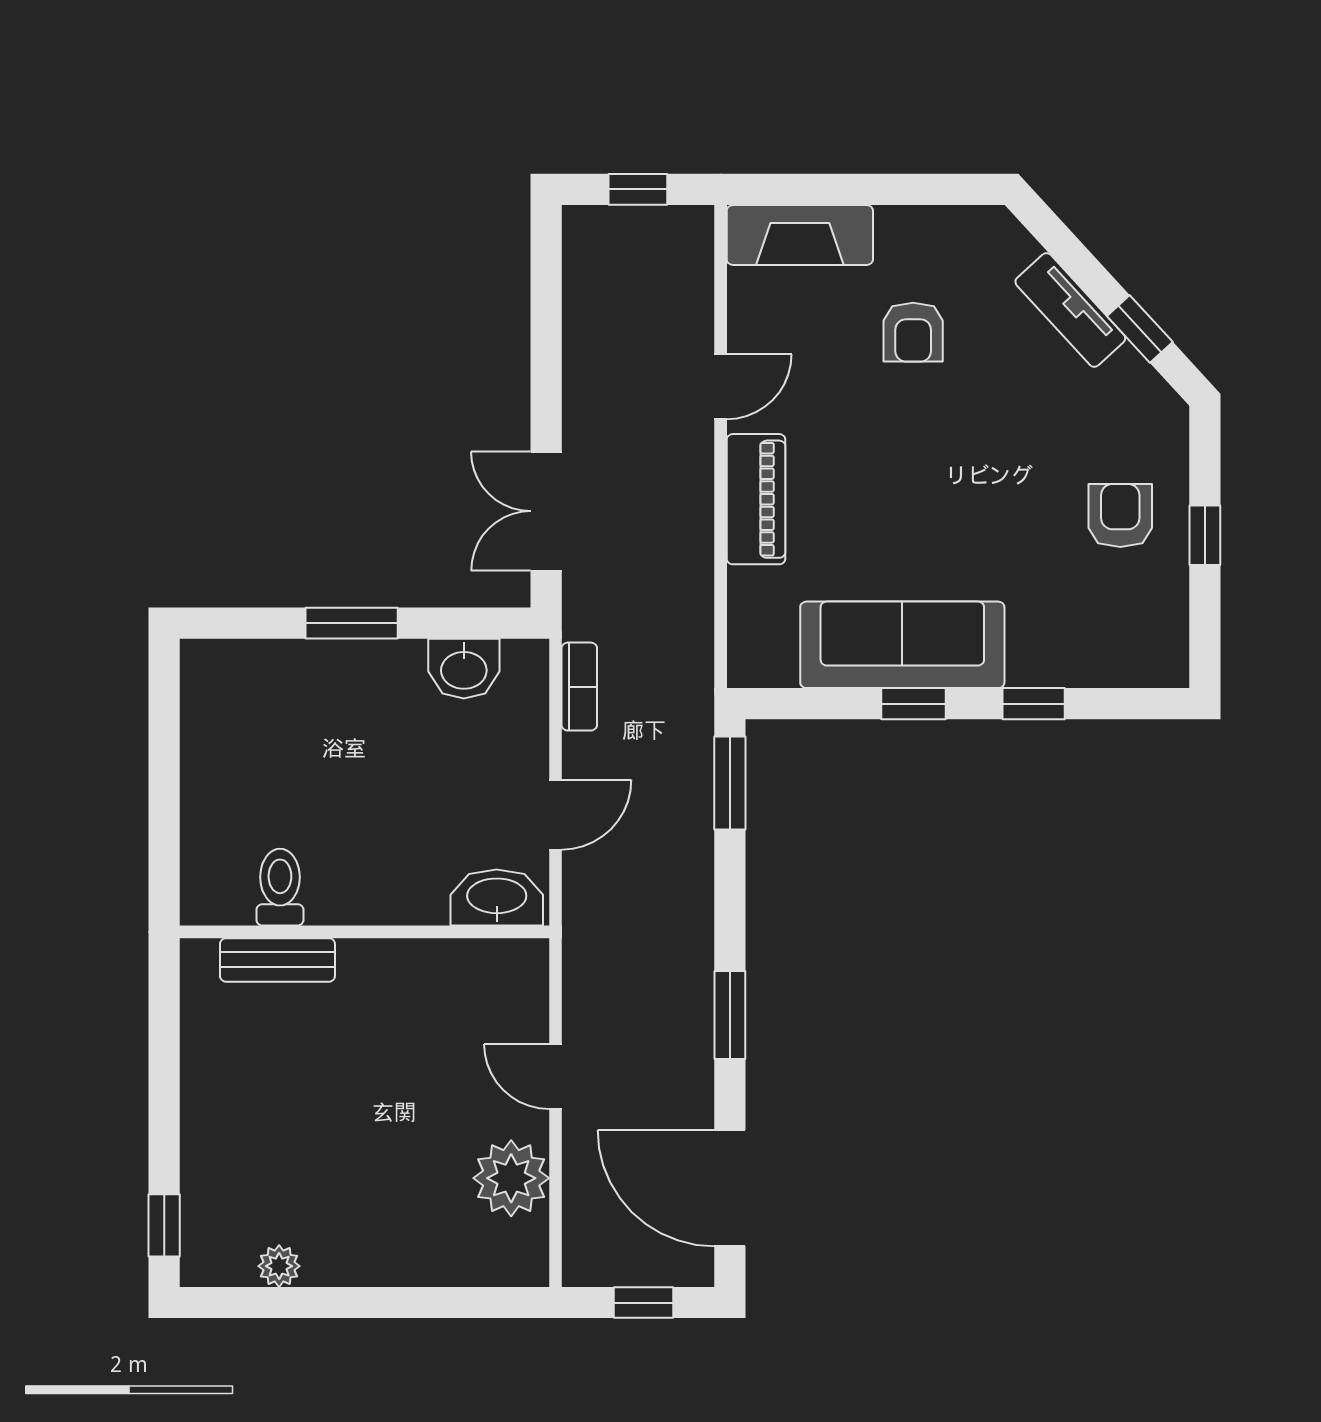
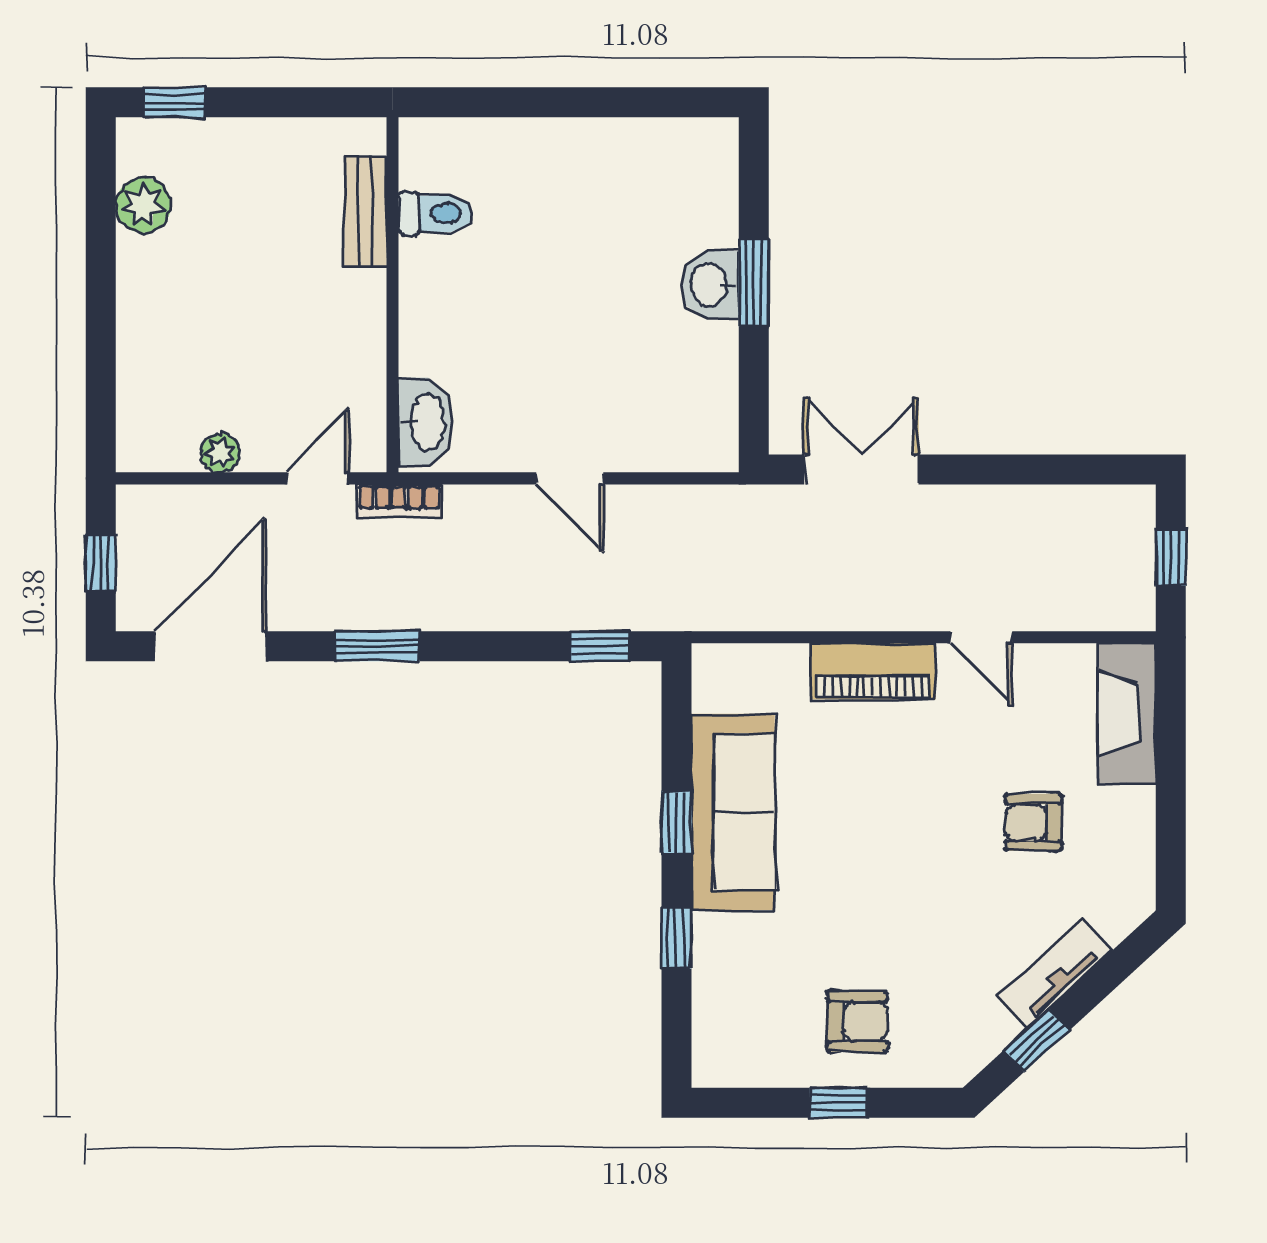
washbasin: (464, 669) -> (710, 285), moved
bookcase: (579, 687) -> (399, 501), moved
window: (730, 783) -> (600, 646), width x0.67
toilet: (280, 887) -> (435, 214), moved
washbasin: (497, 897) -> (426, 422), moved
wall: (364, 932) -> (393, 295), moved
bench: (277, 960) -> (365, 211), moved
plant: (511, 1178) -> (220, 453), width x0.53, depth x0.53
plant: (279, 1266) -> (143, 205), width x1.38, depth x1.38

